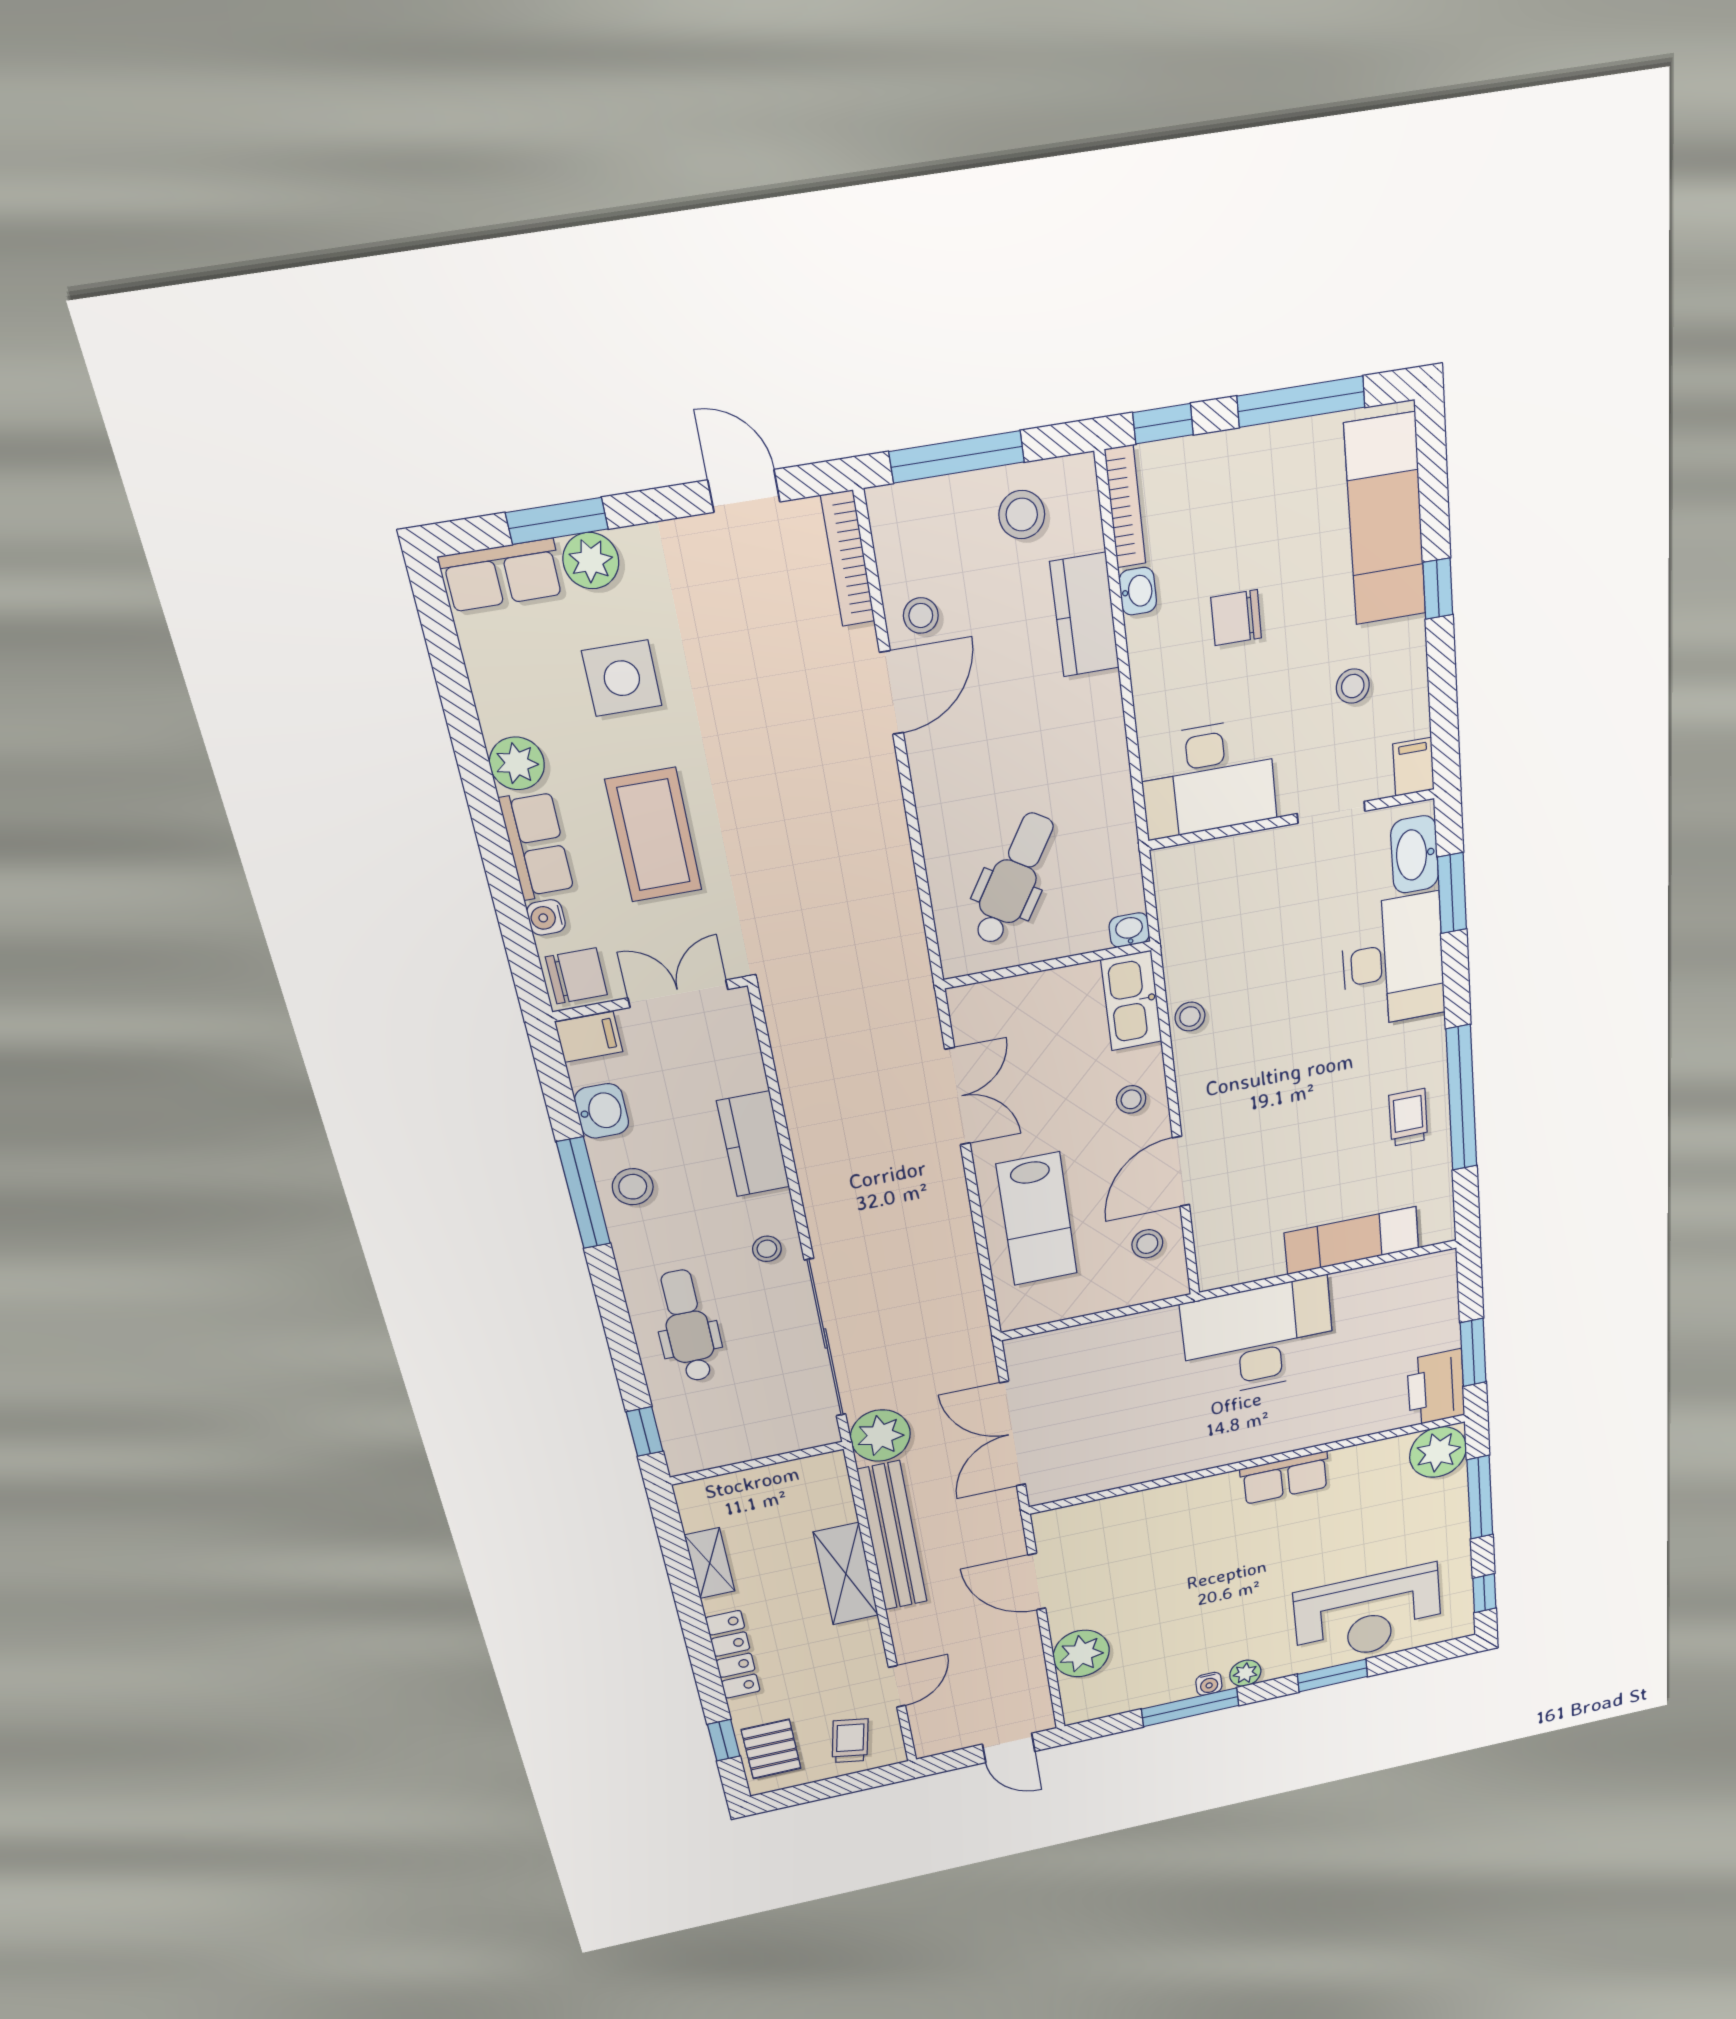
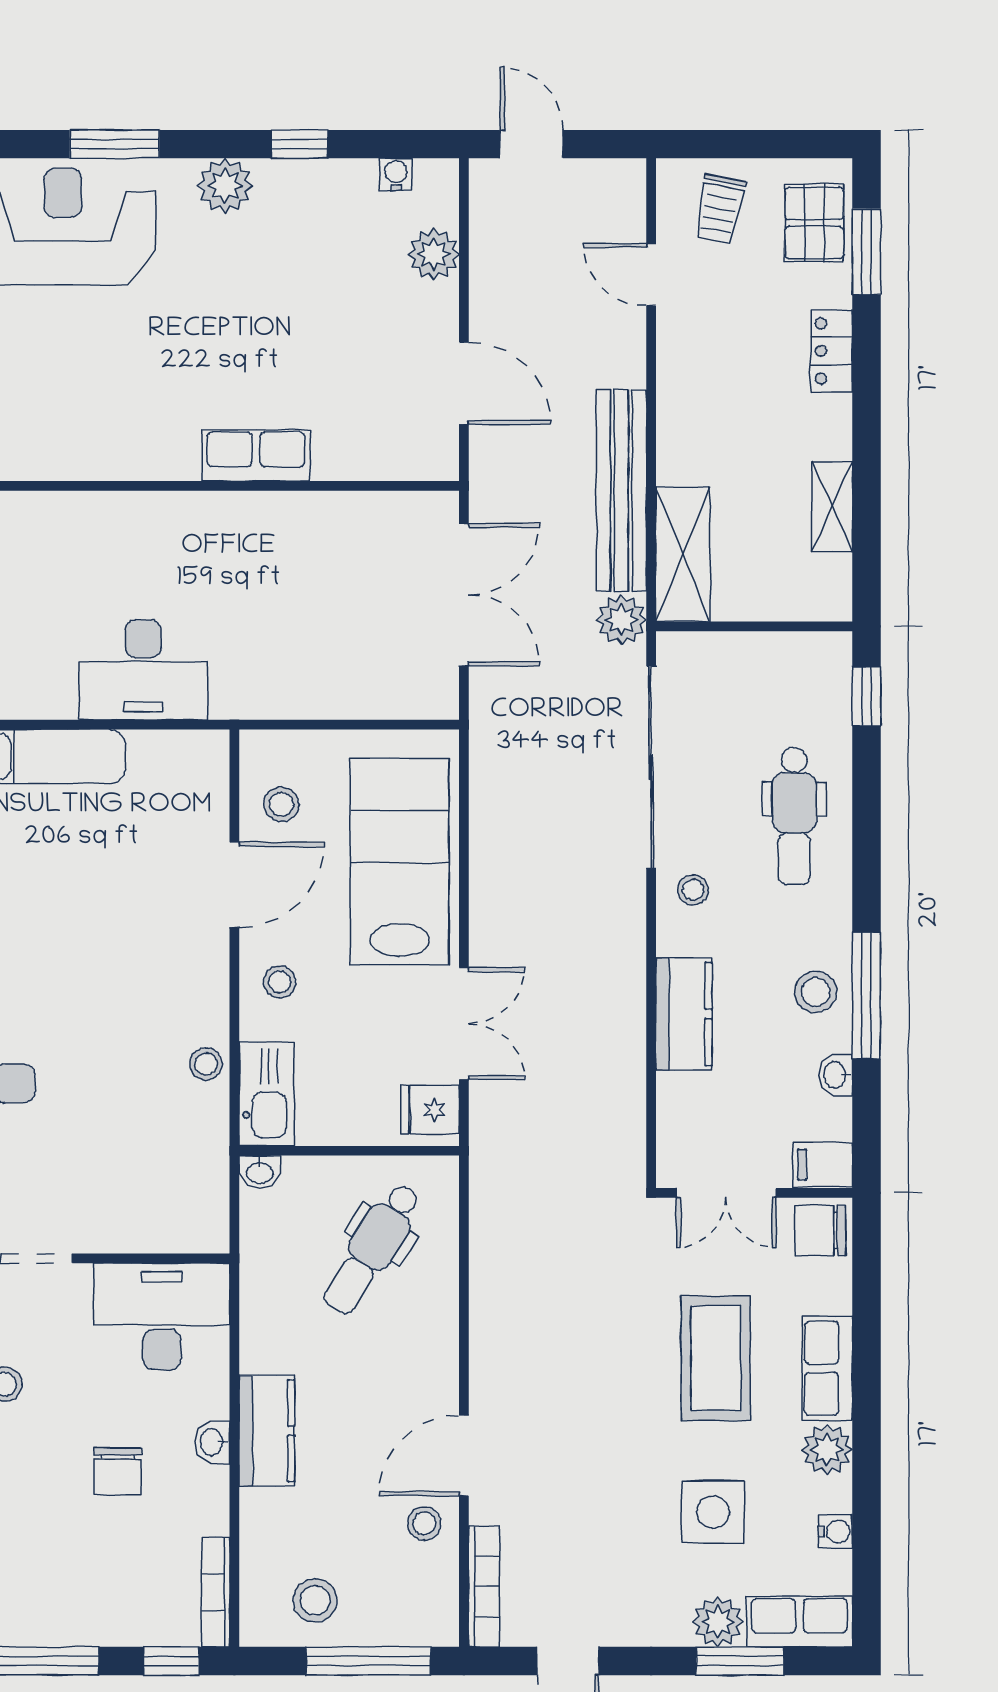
washbasin: (1138, 591) -> (212, 1442), moved
kitchen counter: (1085, 615) -> (267, 1431), moved
chair: (1236, 618) -> (118, 1471), turned 90
water cooler: (546, 917) -> (835, 1531), moved
fridge: (977, 1016) -> (430, 1110), added
double door: (957, 1097) -> (464, 1023), swing flipped
washbasin: (602, 1111) -> (836, 1075), width x0.72, depth x0.69
lab bench: (1037, 1219) -> (400, 862), width x1.36, depth x1.39
desk: (1258, 1338) -> (143, 670), width x0.73, depth x0.77
plant: (880, 1436) -> (622, 620), width x0.73, depth x0.73
row of seats: (1285, 1478) -> (256, 455), moved
shelving: (846, 1574) -> (683, 554), moved
plant: (1081, 1654) -> (434, 254), width x0.73, depth x0.73
locker: (733, 1655) -> (831, 351), width x0.66
plant: (1245, 1673) -> (225, 186), width x1.38, depth x1.38
water cooler: (1209, 1684) -> (396, 174), moved
door: (897, 1686) -> (651, 275), hinge flipped
window: (1190, 1707) -> (299, 144), width x0.46
window: (724, 1740) -> (866, 252), width x1.50

